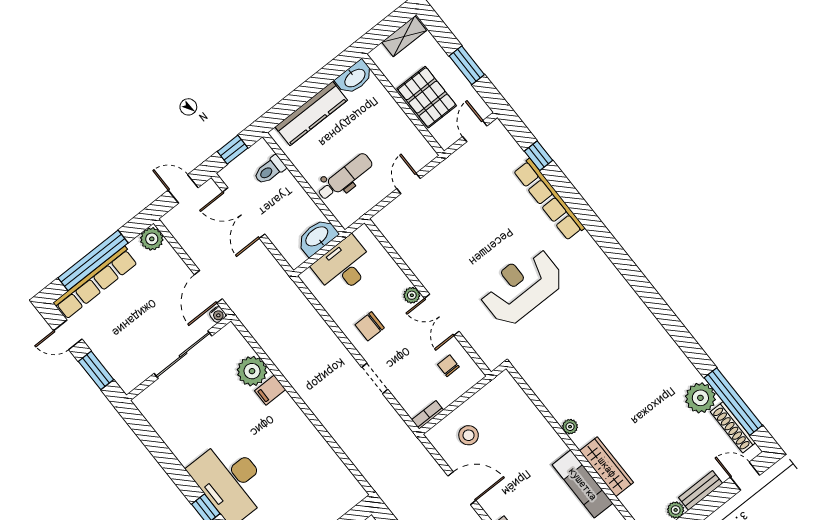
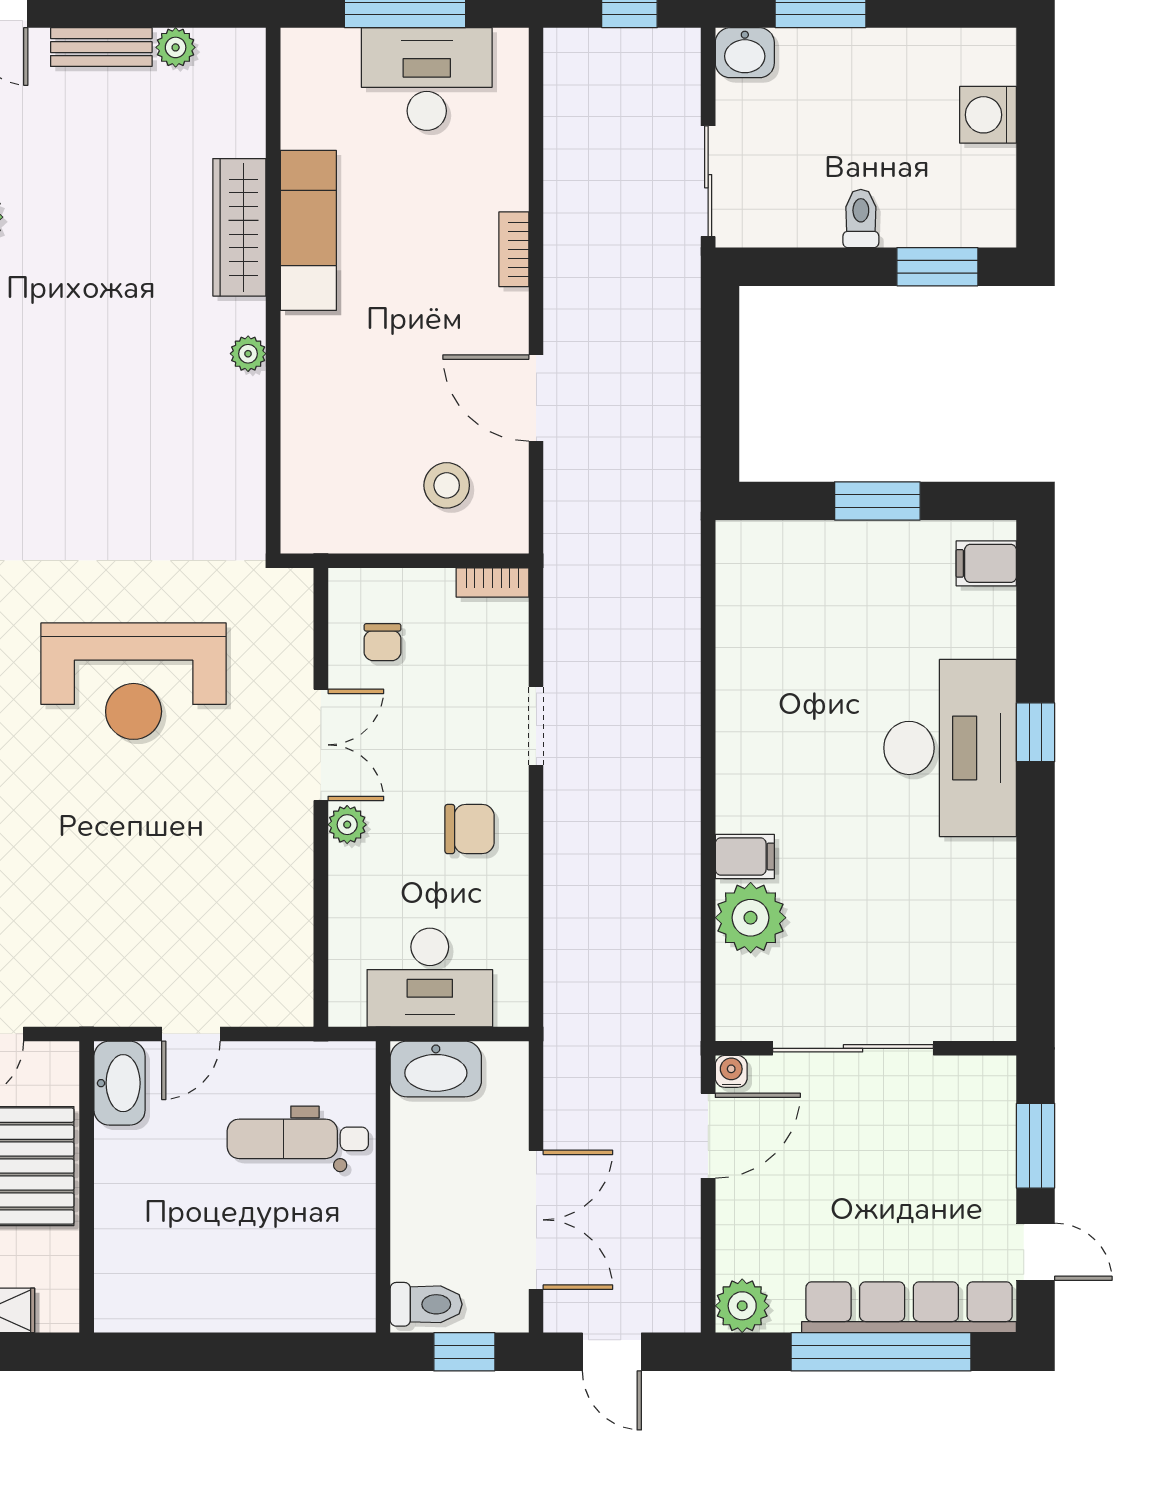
washbasin: (355, 78) -> (120, 1083), moved, turned 90
kitchen counter: (311, 113) -> (268, 1304), removed
toilet: (270, 170) -> (426, 1304), moved

